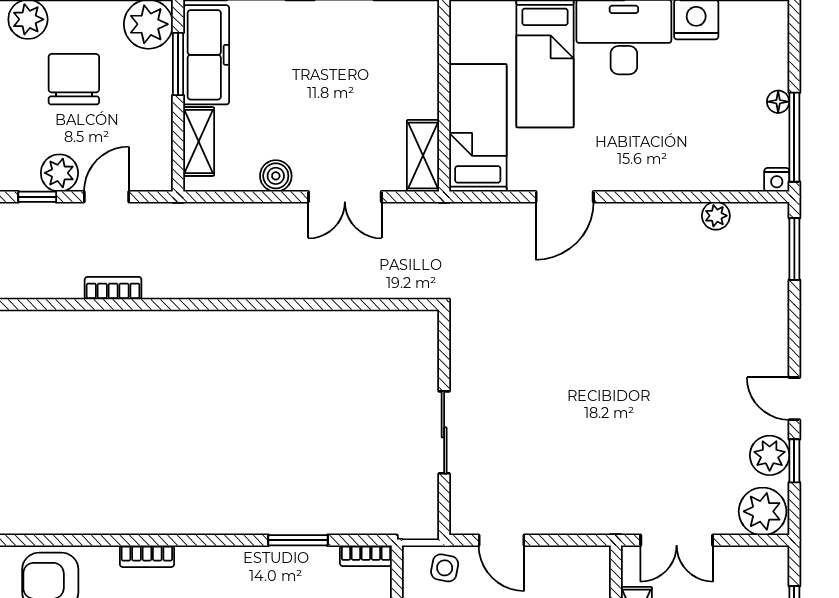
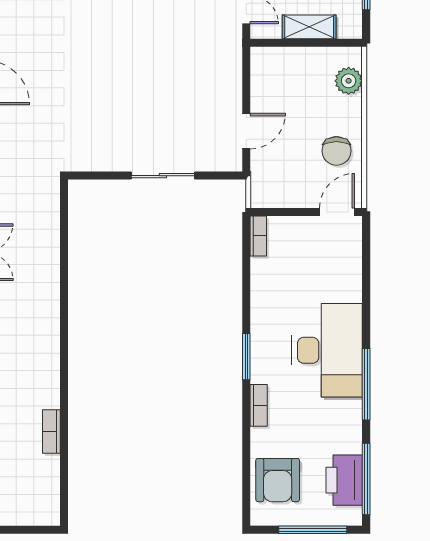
window: (298, 540) -> (246, 357), moved
side table: (445, 568) -> (268, 175), removed

